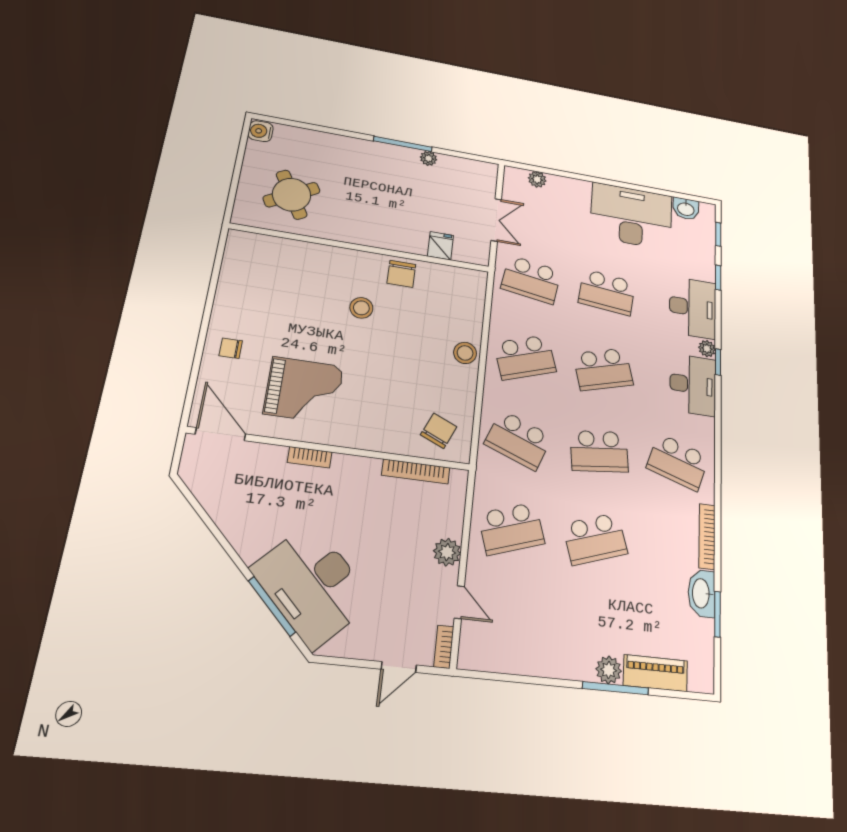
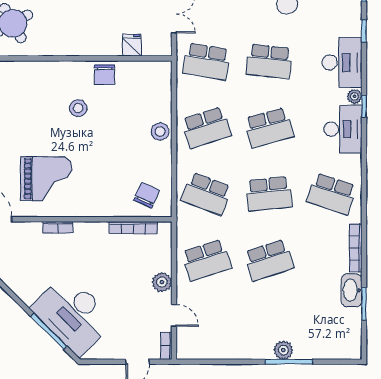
piano: (655, 673) -> (318, 349), removed

